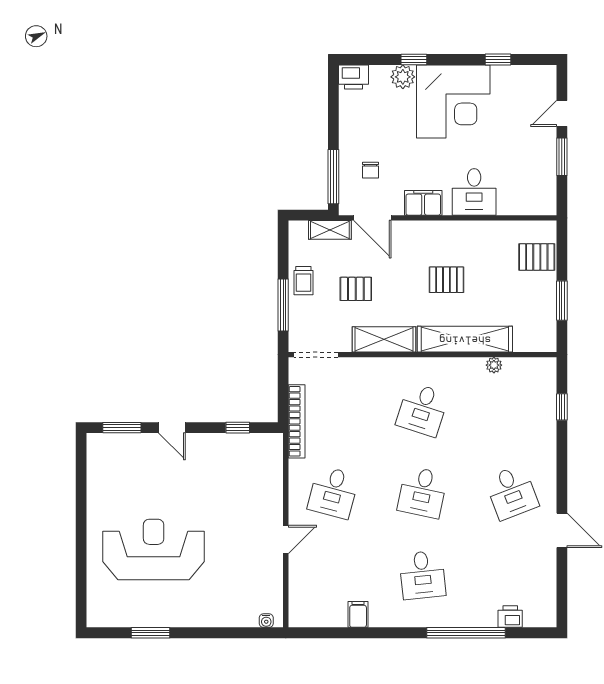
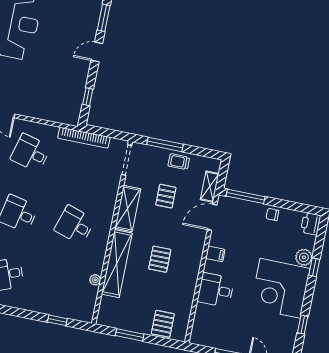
chair: (370, 170) -> (272, 214), moved
filing cabinet: (423, 203) -> (215, 254), width x0.50

